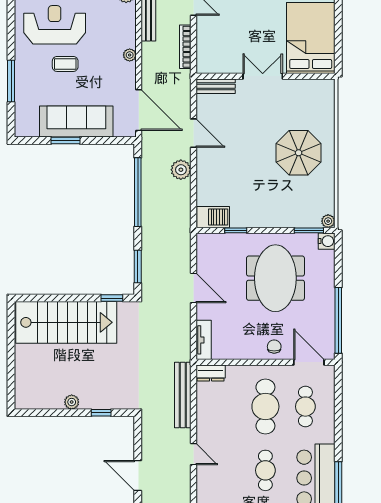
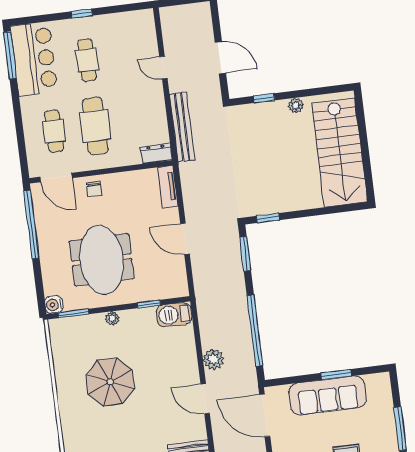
parasol: (299, 153) -> (110, 382), moved
plant: (328, 221) -> (112, 318), moved
stairs: (66, 322) -> (340, 153), moved, turned -90
door: (138, 476) -> (220, 58), moved

